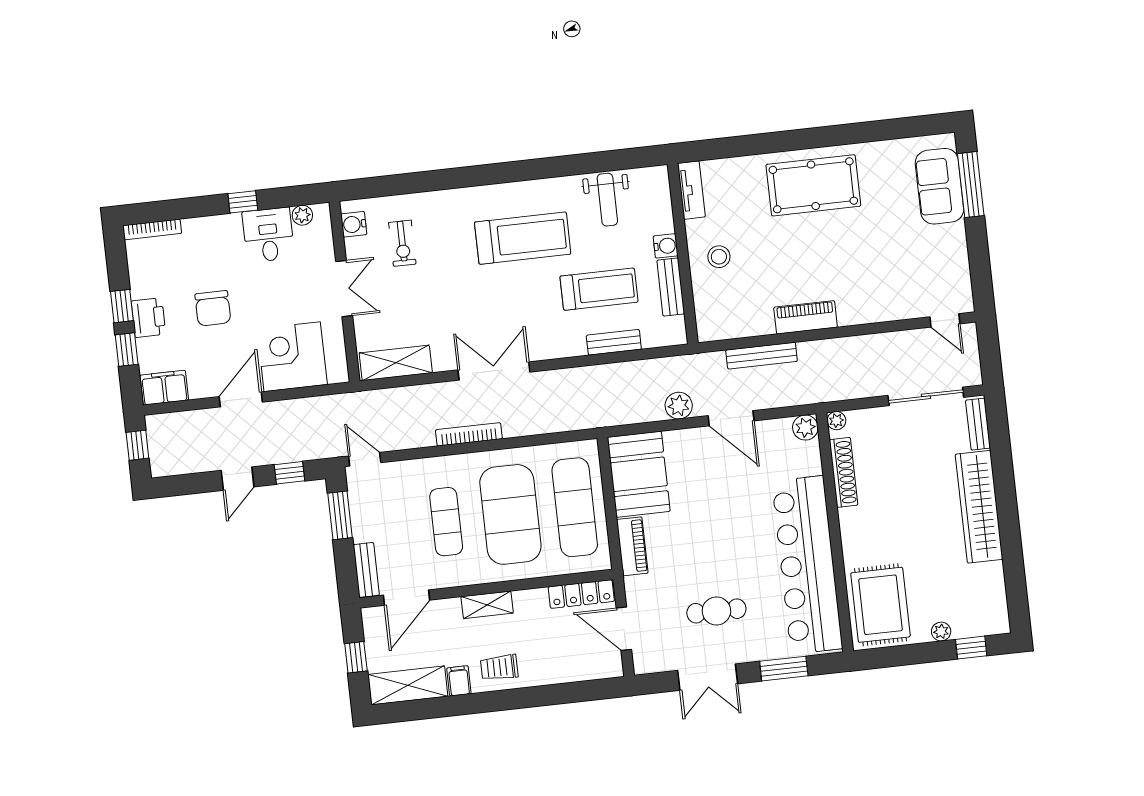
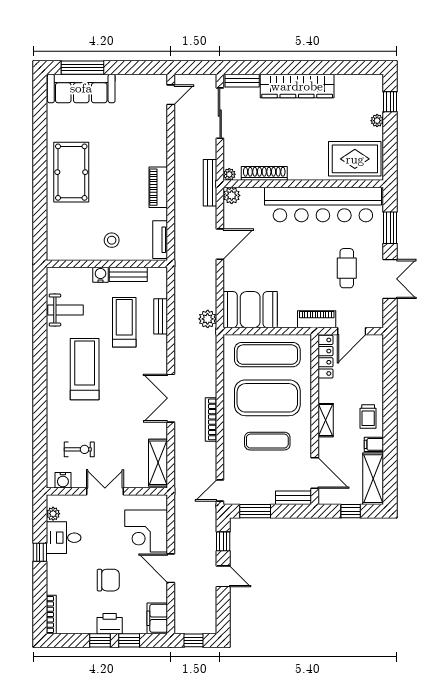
sofa: (939, 186) -> (81, 88), width x1.36
tv unit: (691, 190) -> (160, 240), moved, turned -90
bench: (762, 356) -> (210, 183), moved
plant: (679, 406) -> (208, 319), moved
piano: (632, 546) -> (317, 319), moved

